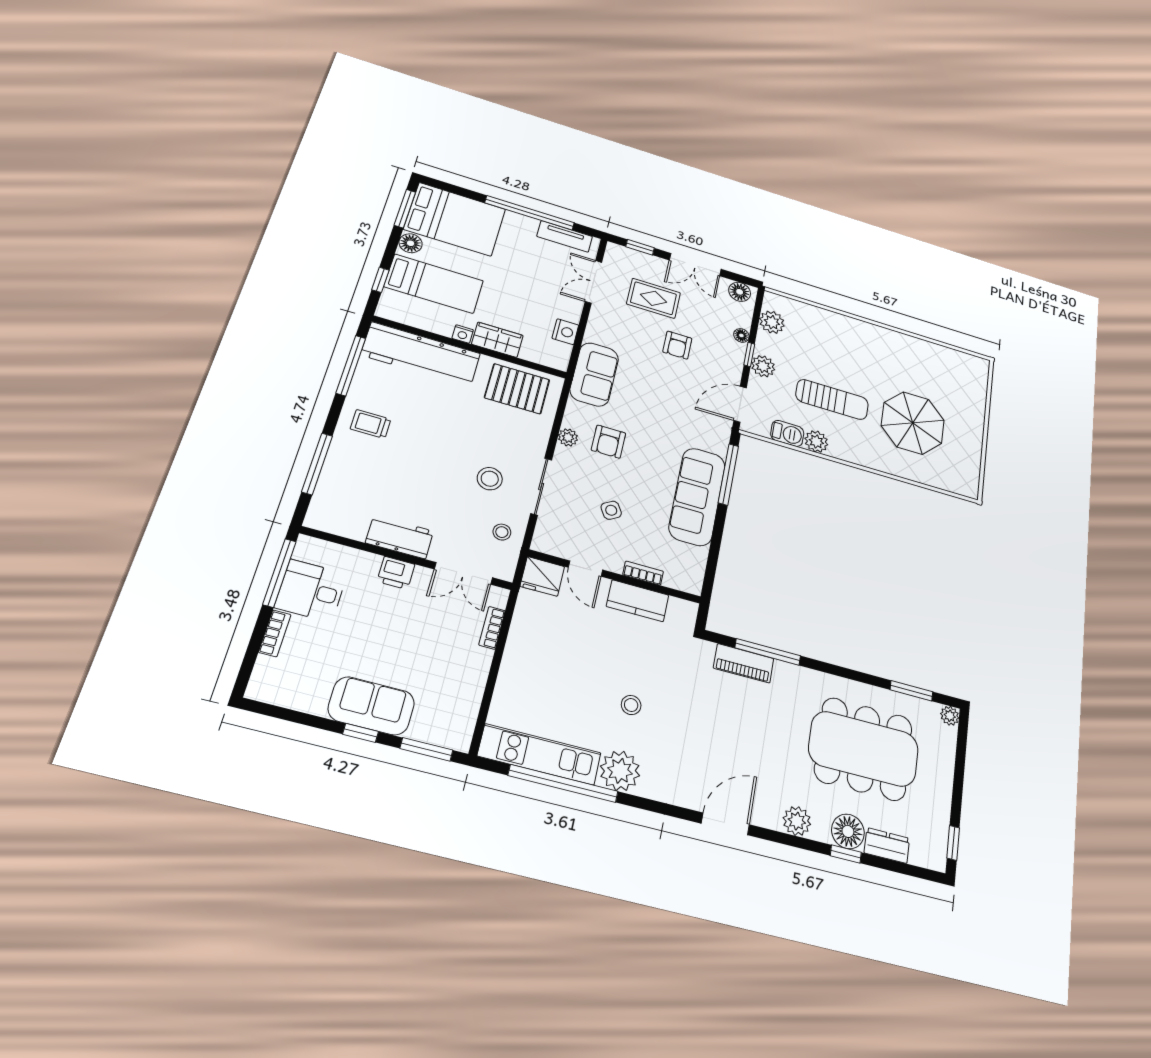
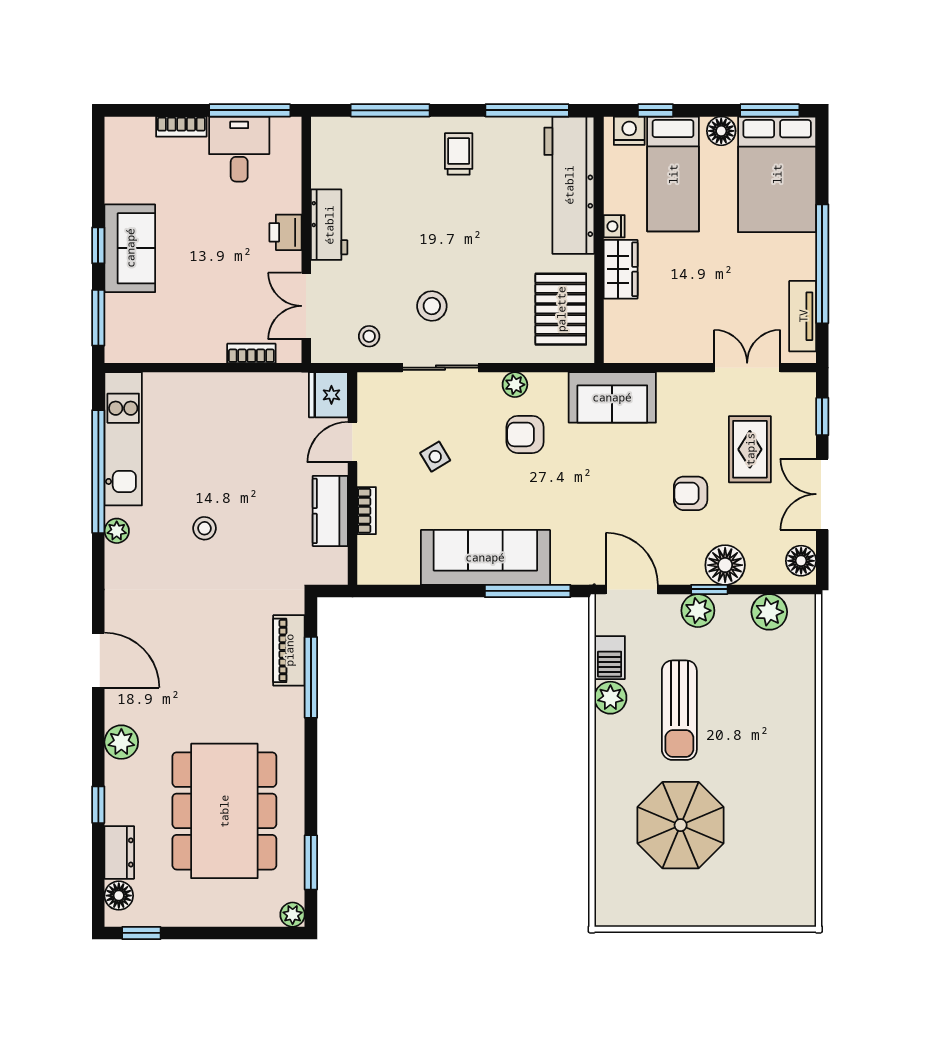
nightstand: (565, 332) -> (629, 131), moved, turned 180
floor lamp: (741, 335) -> (725, 565), width x1.89, depth x1.89
plant: (620, 771) -> (117, 531), width x0.53, depth x0.53
floor lamp: (848, 831) -> (119, 896), moved, width x0.73, depth x0.73

